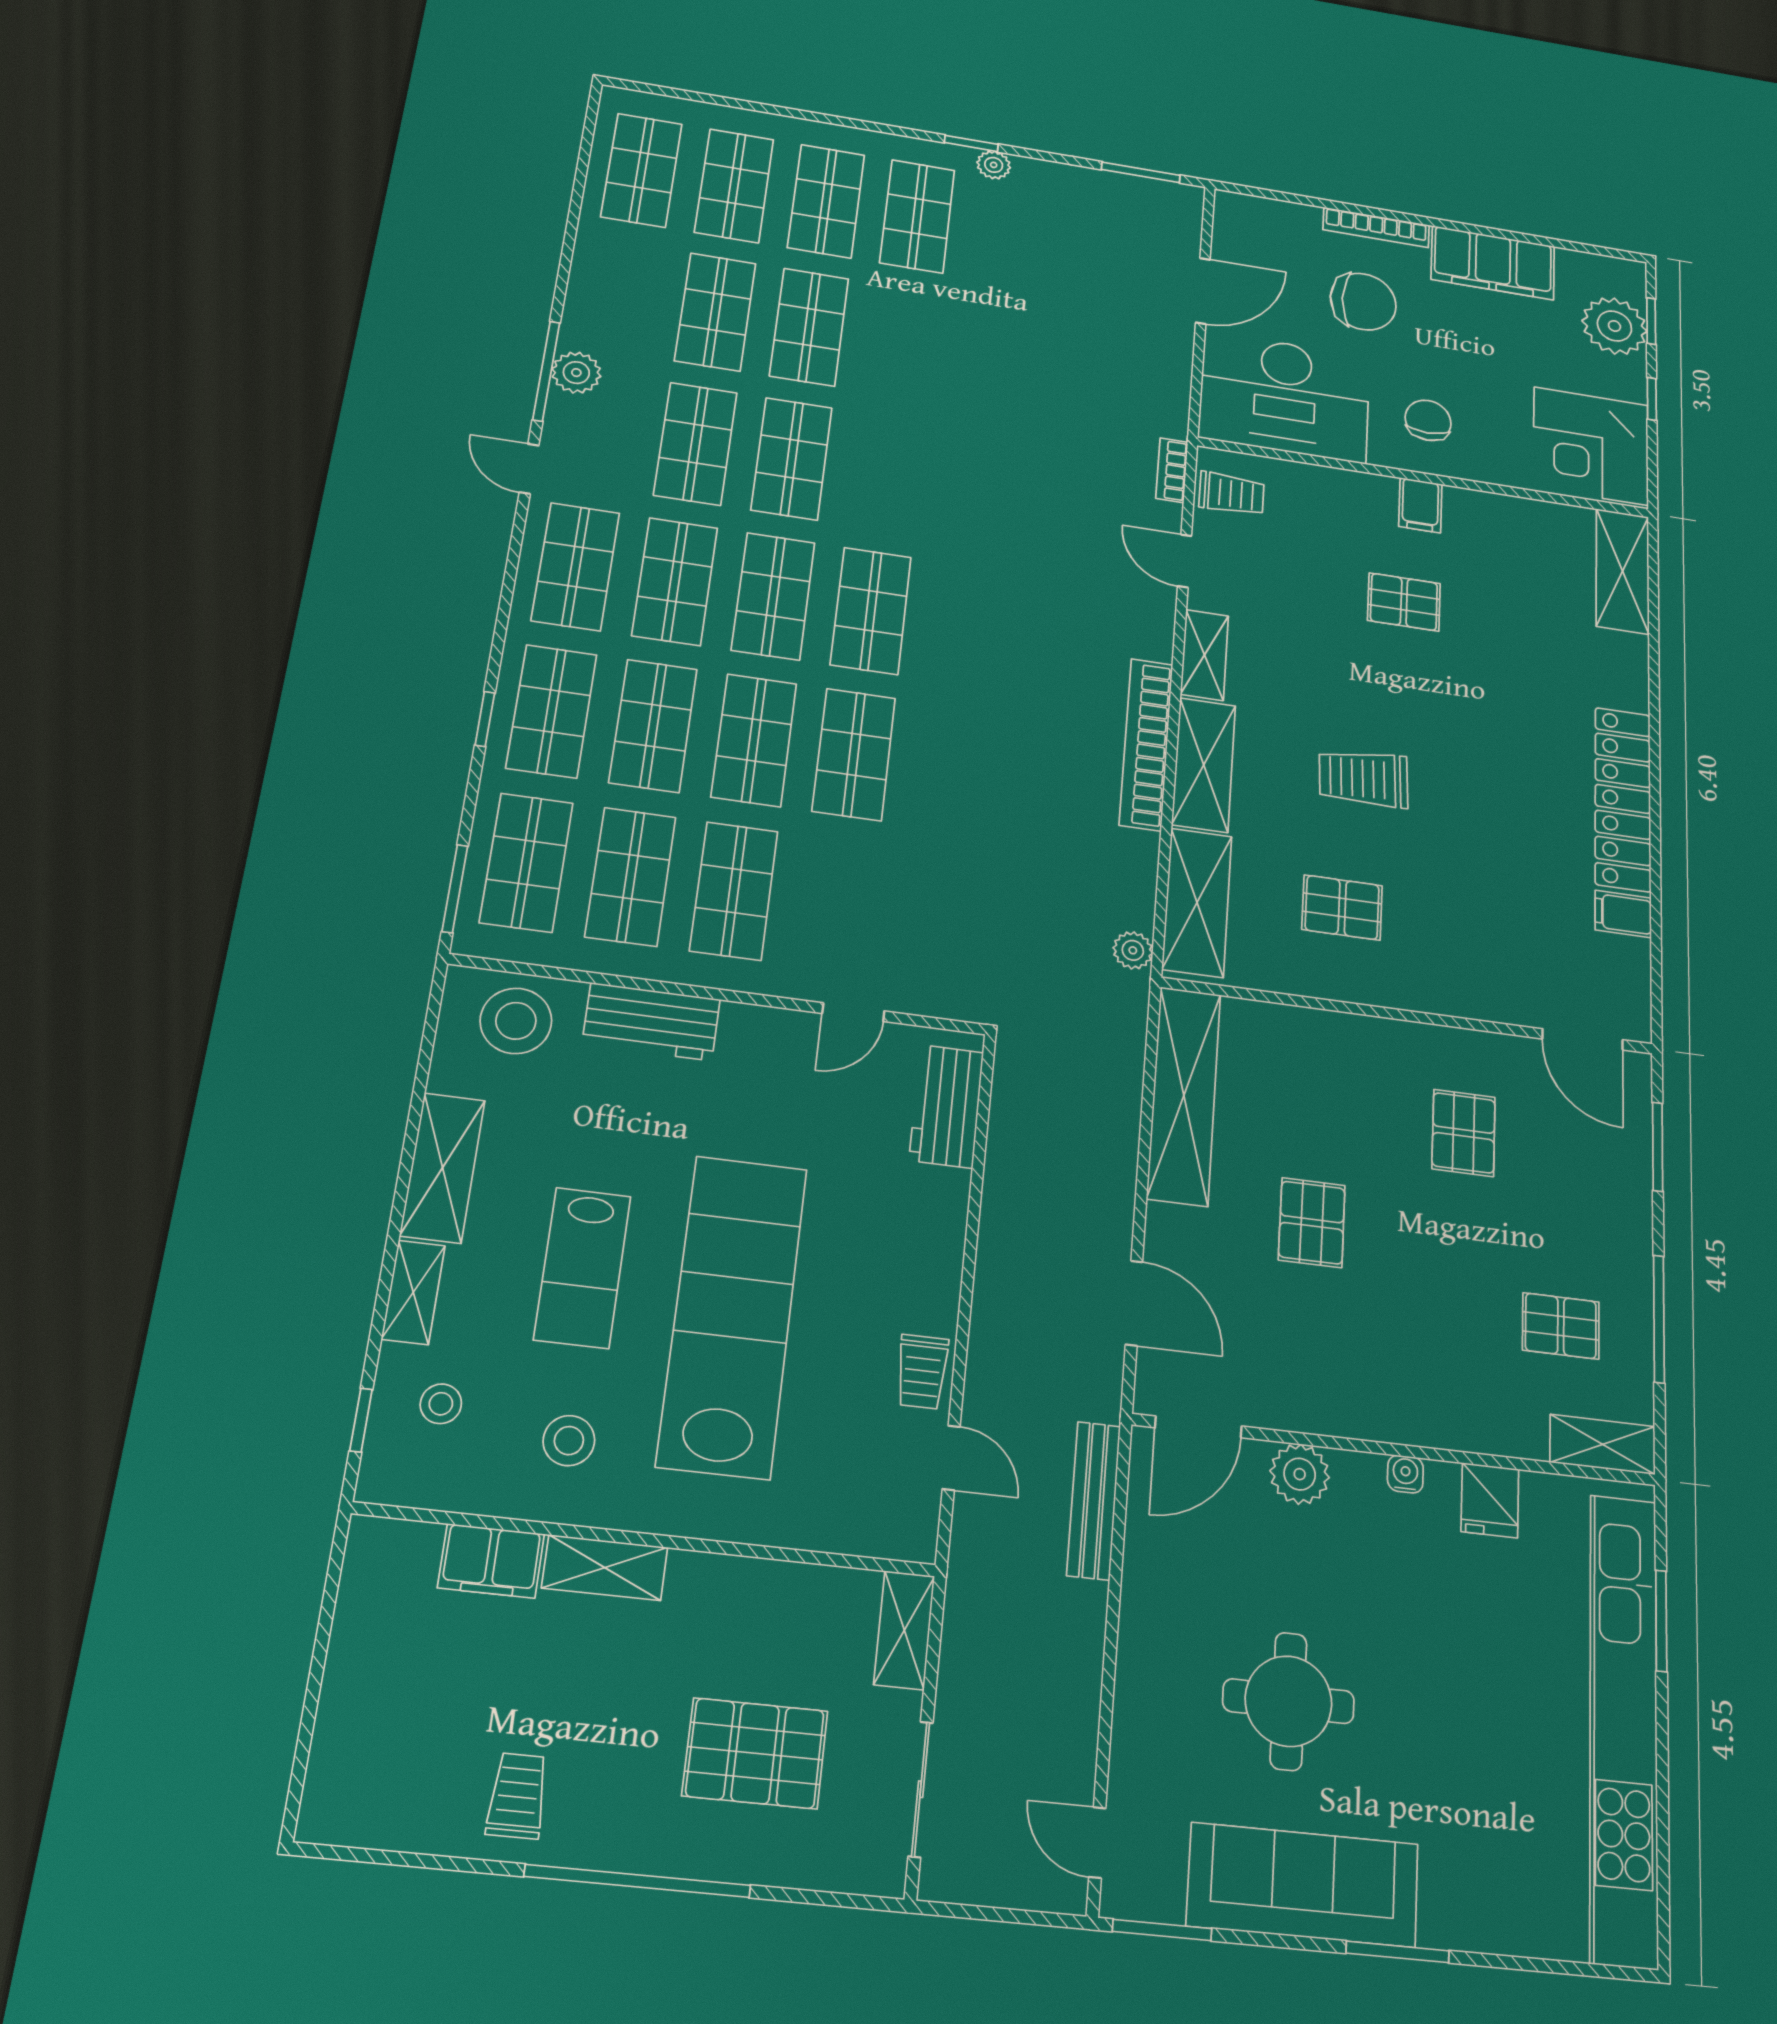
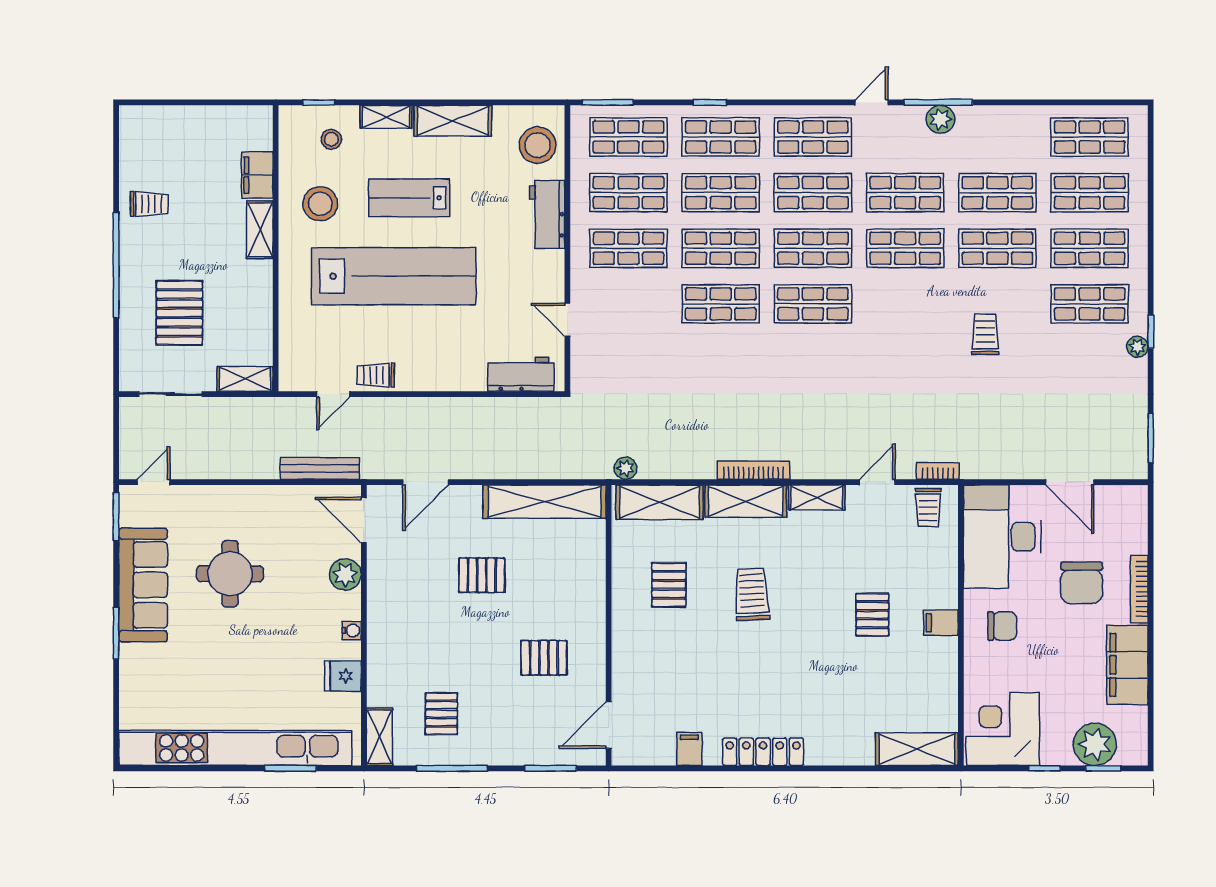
trolley: (951, 367) -> (985, 334), added
bookcase: (1146, 744) -> (754, 470), width x0.68, depth x0.76
locker: (1623, 799) -> (763, 752), width x0.71, depth x0.83
stool: (569, 1441) -> (320, 204), width x1.38, depth x1.38

